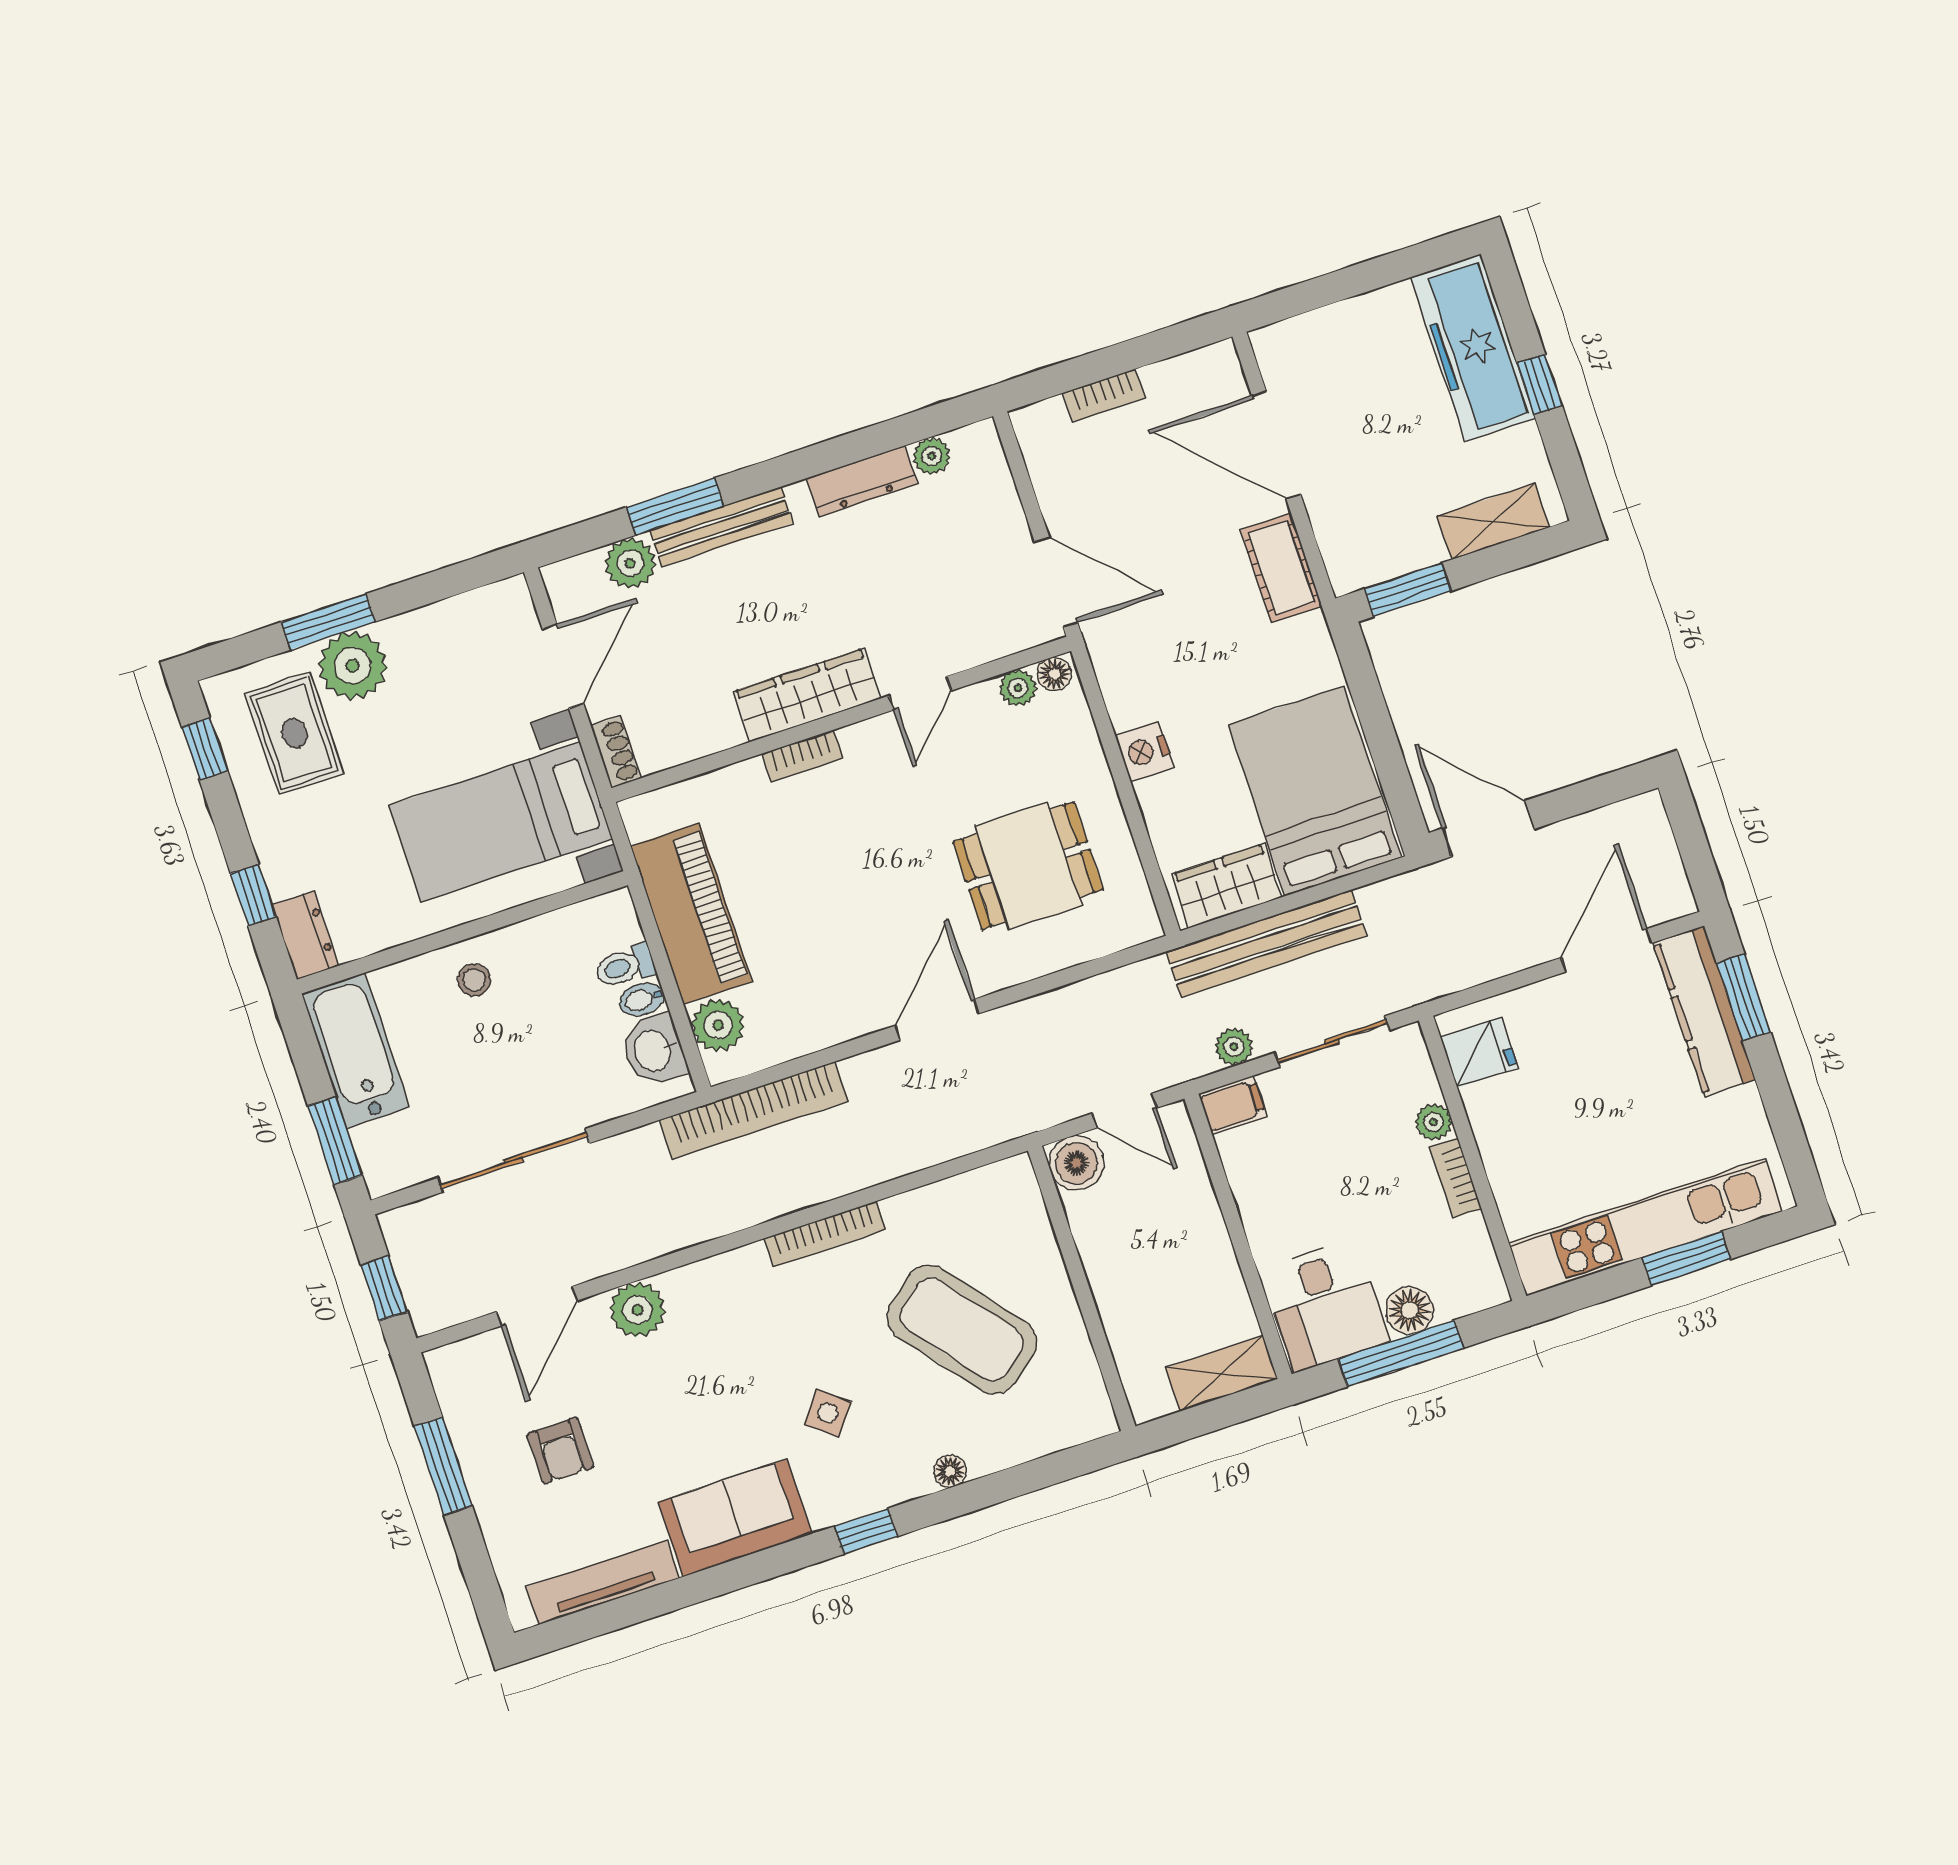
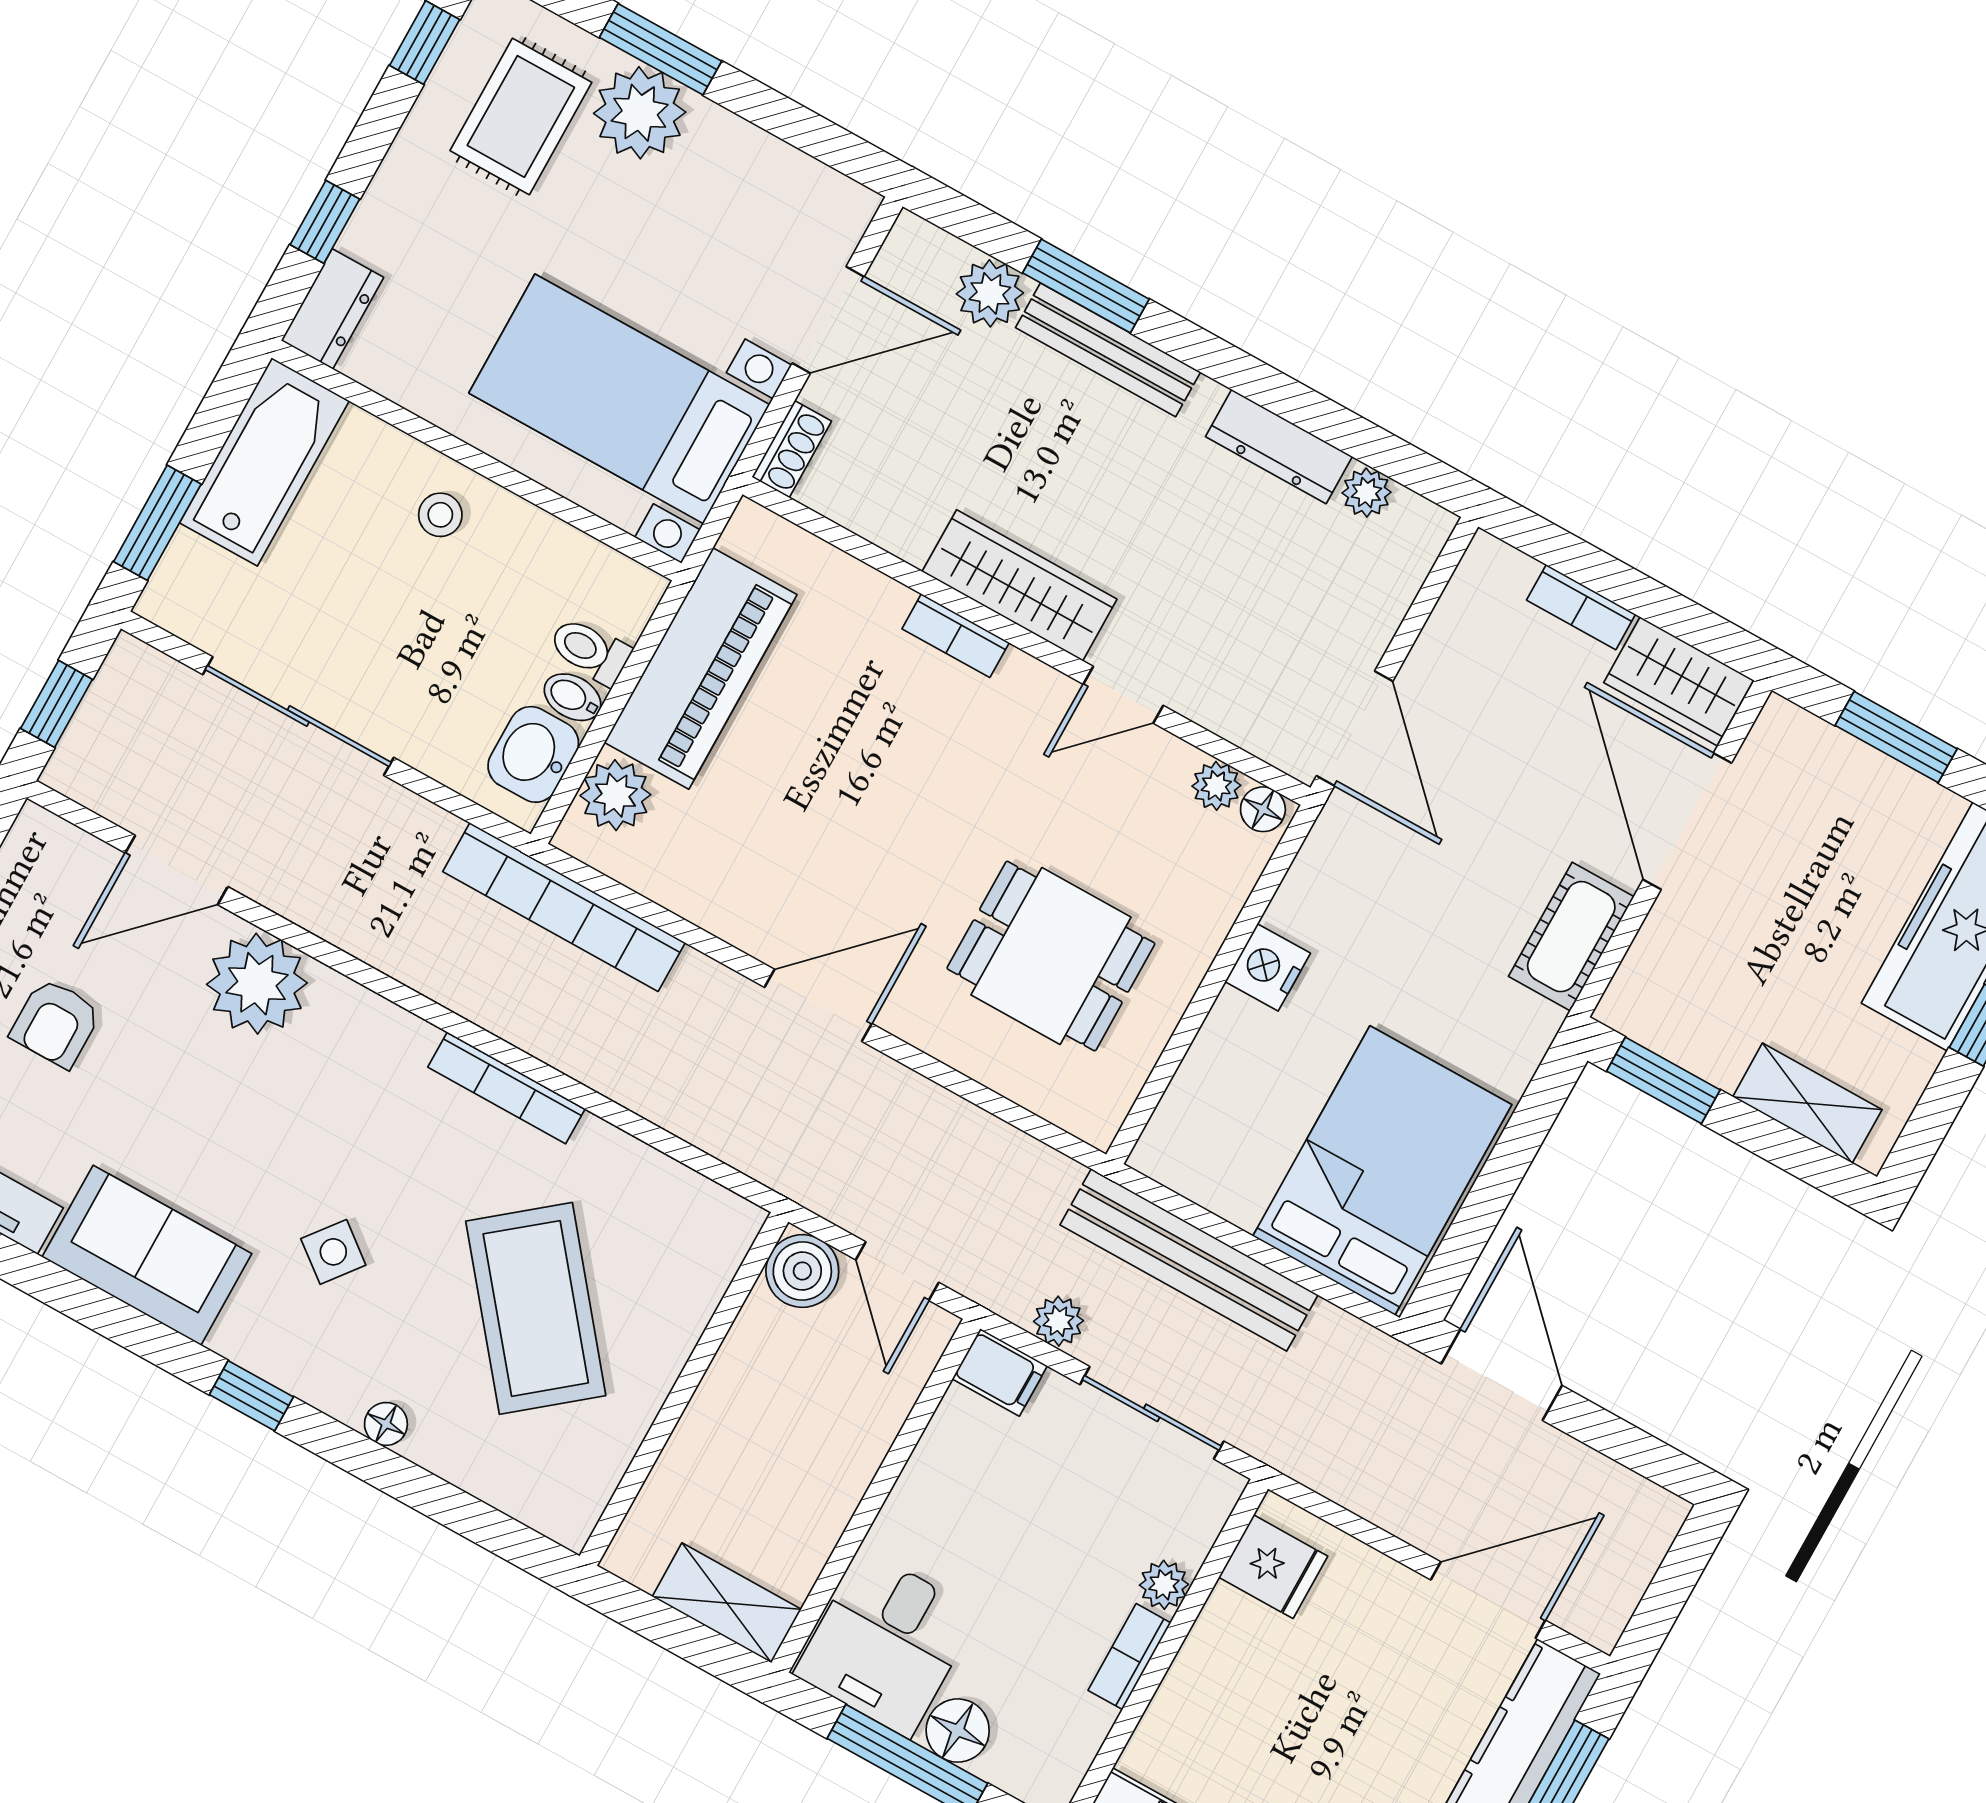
window: (1336, 287) -> (1896, 737), added
wardrobe: (1227, 886) -> (1679, 681), moved, turned 180
plant: (637, 1310) -> (257, 984), width x1.36, depth x1.36

